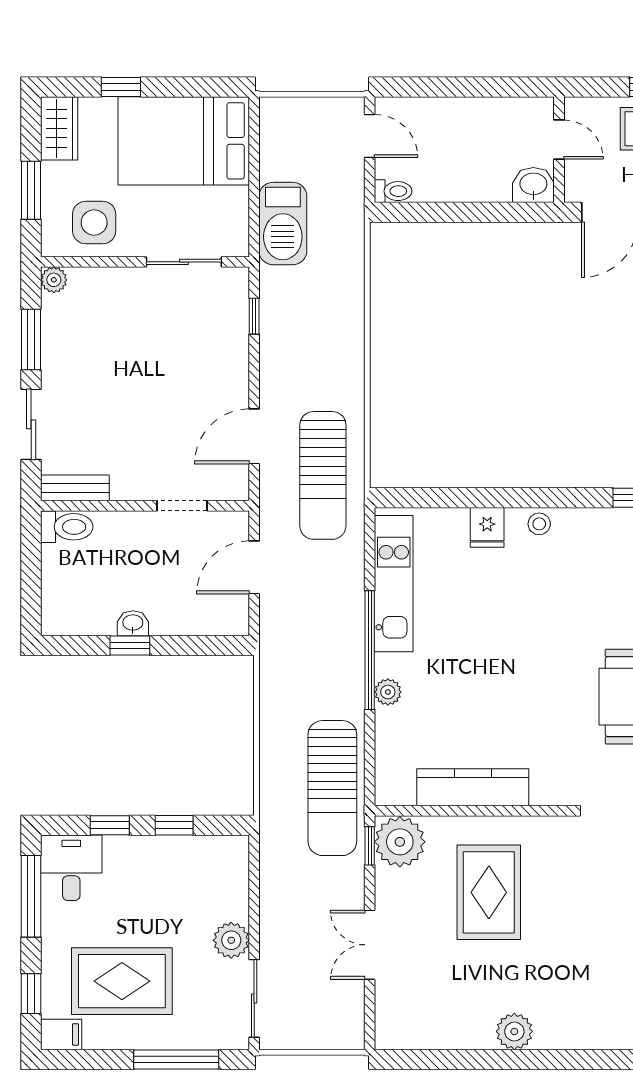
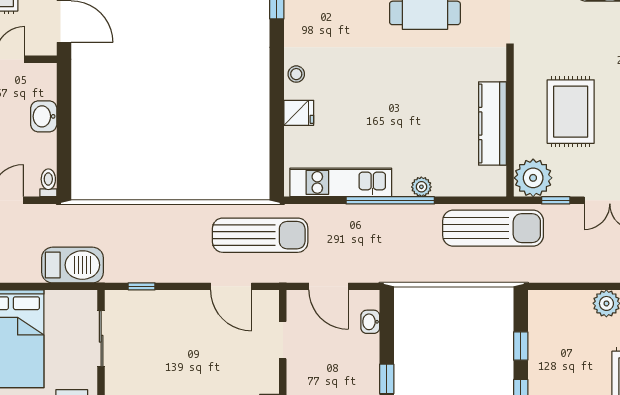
washbasin: (533, 185) -> (44, 116), moved
washbasin: (133, 623) -> (370, 322), moved
window: (370, 846) -> (556, 200), moved
rug: (489, 892) -> (571, 112), turned 90

